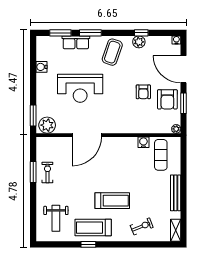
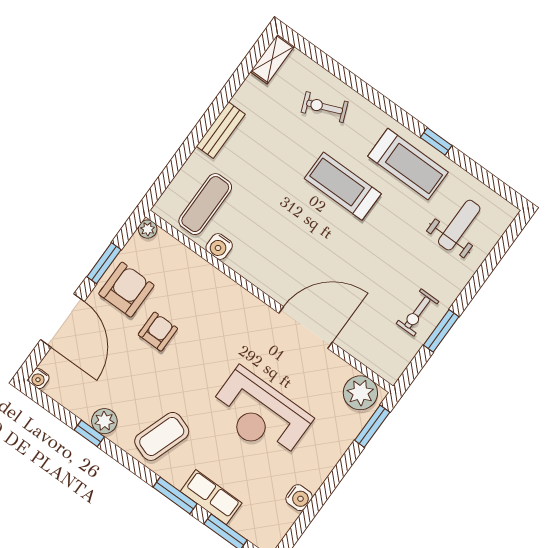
reception desk: (80, 88) -> (260, 415), turned 180
bench: (176, 193) -> (221, 130), width x0.73

